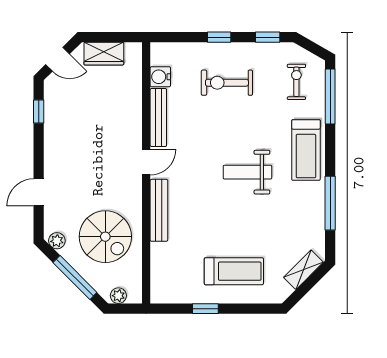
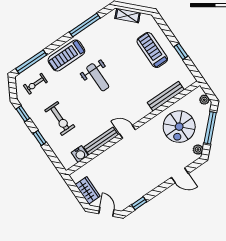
treadmill: (306, 150) -> (66, 55), turned 180
bench: (159, 210) -> (166, 96), moved
spiral stairs: (105, 237) -> (179, 127), turned 180

